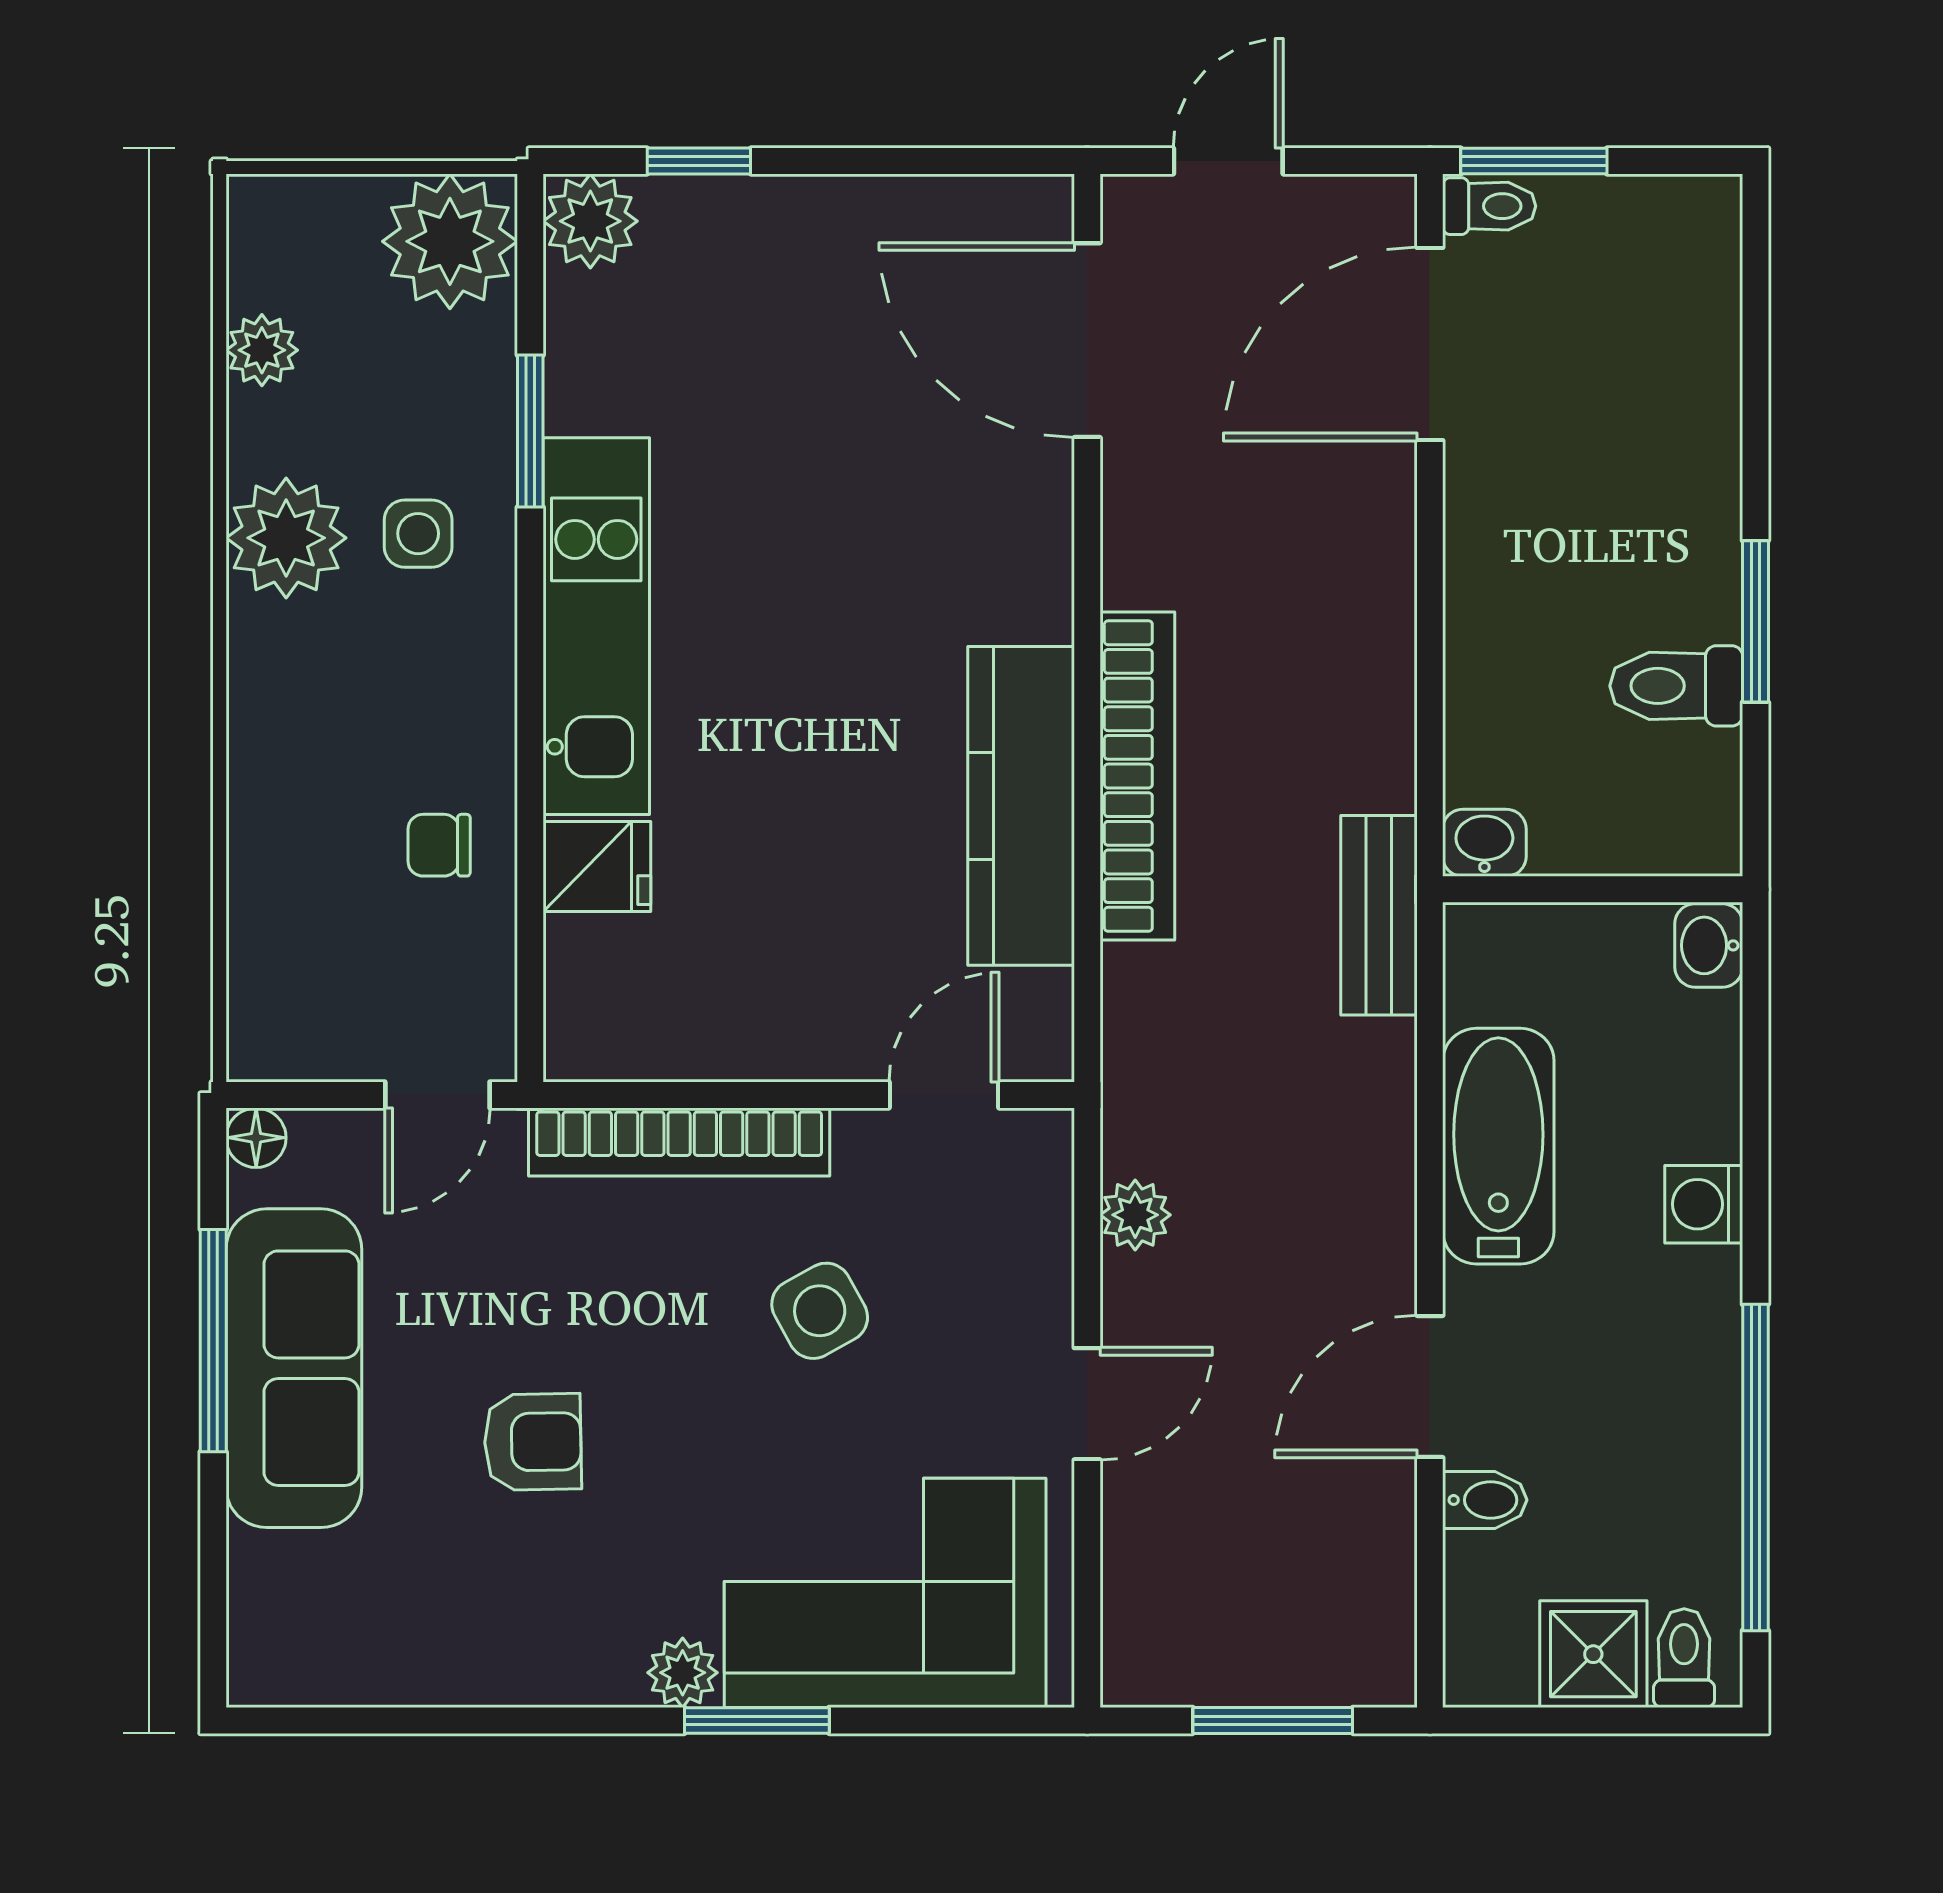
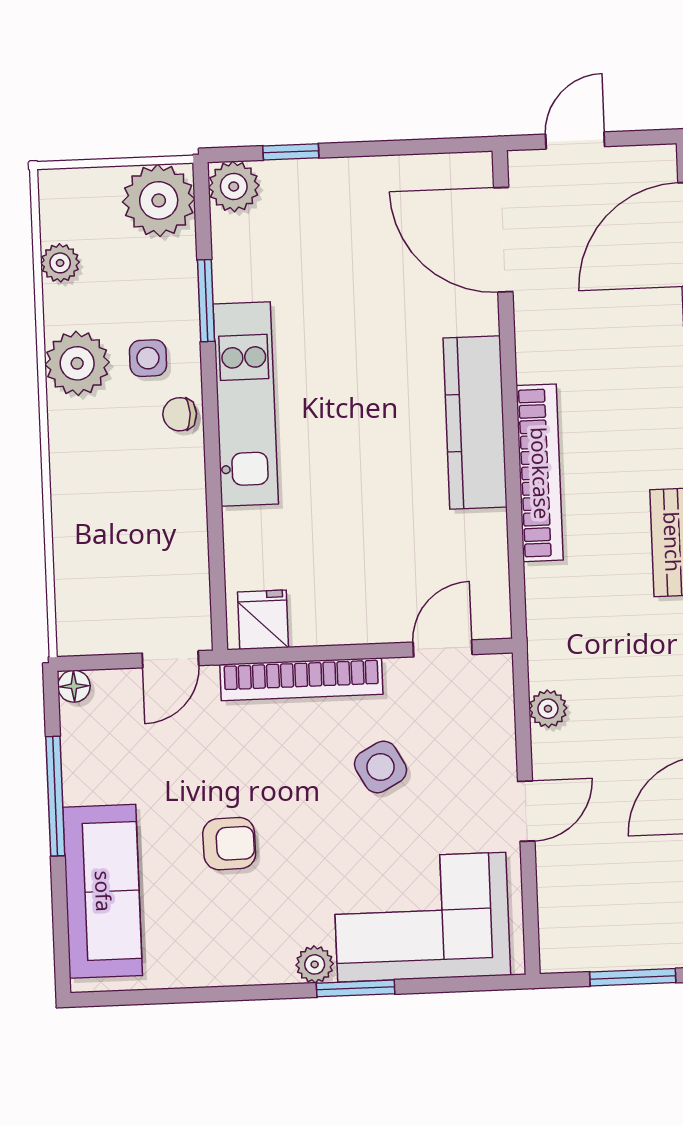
kitchen counter: (1021, 806) -> (475, 422), moved
chair: (439, 845) -> (180, 414), moved
fridge: (597, 867) -> (263, 620), moved, turned -90
sofa: (294, 1368) -> (103, 891), moved

